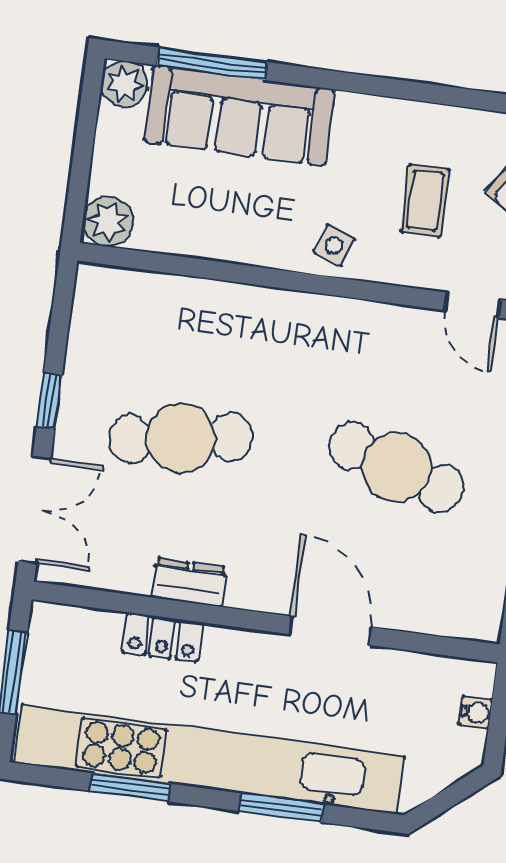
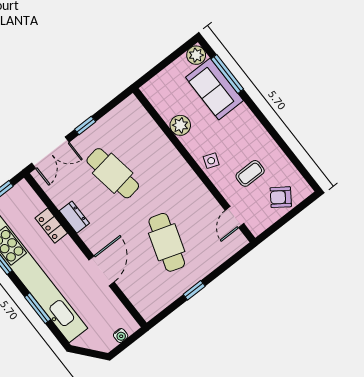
sofa: (240, 116) -> (214, 89), width x0.73
plant: (108, 221) -> (180, 125), moved

